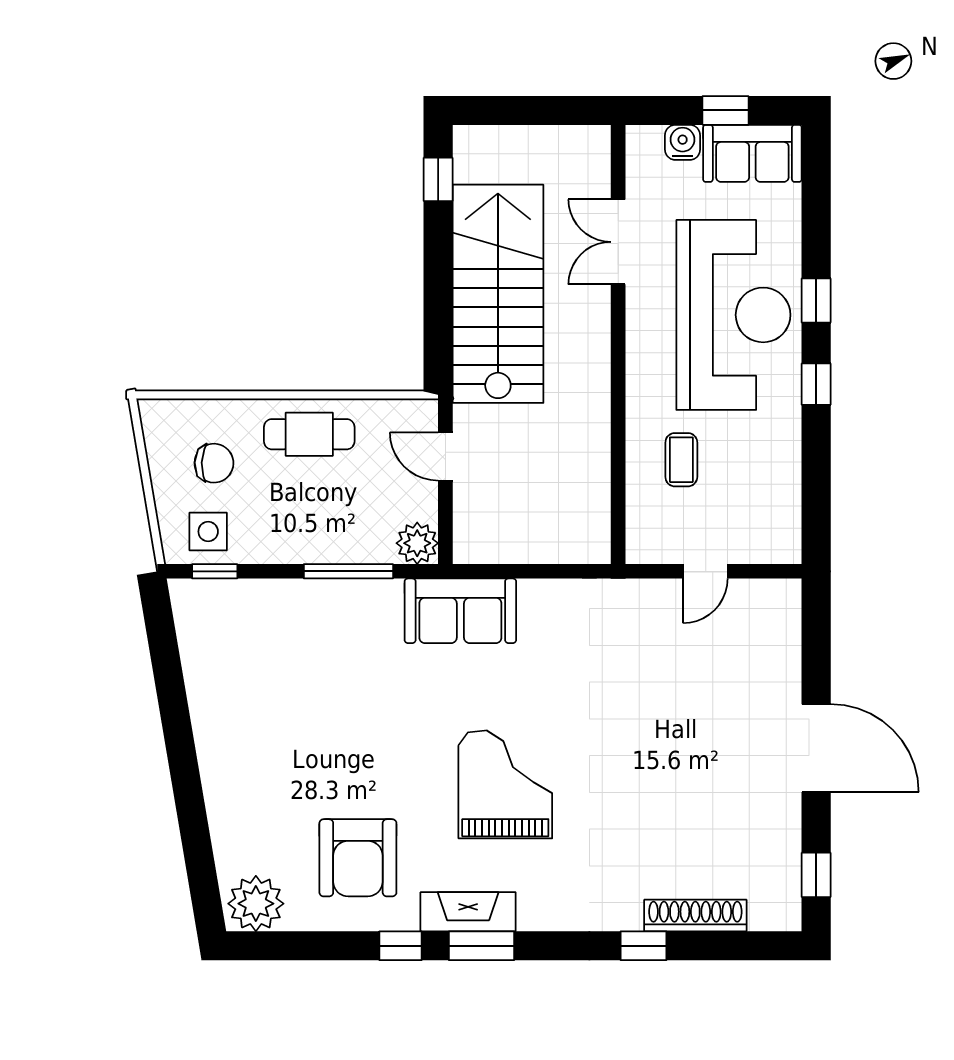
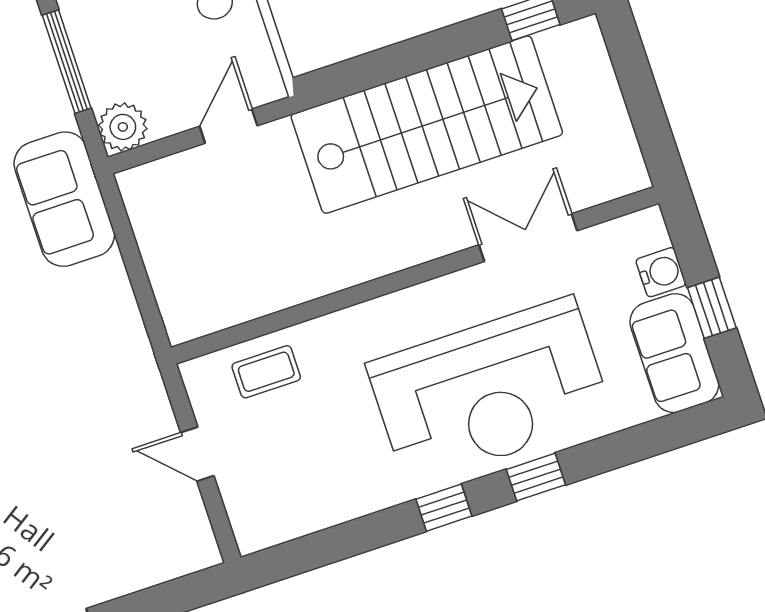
coffee table: (681, 460) -> (266, 372), moved

